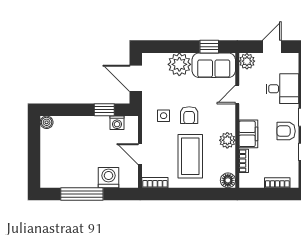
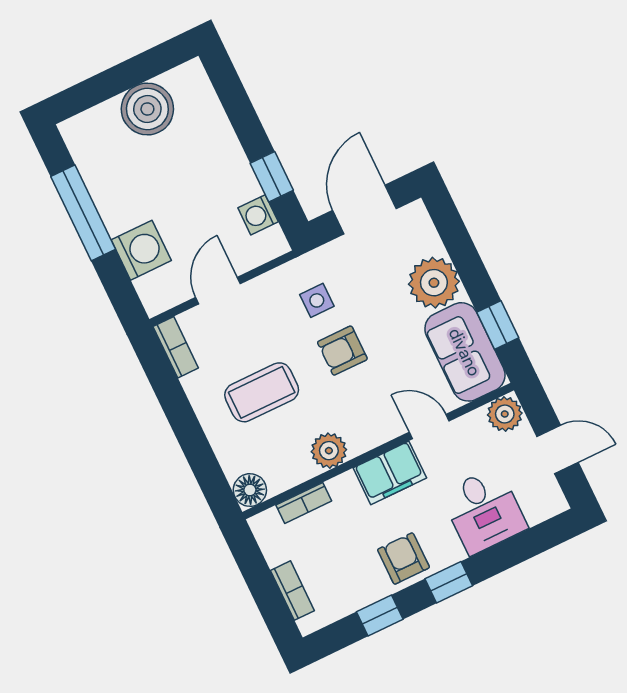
boiler: (47, 122) -> (147, 109), moved, width x1.86, depth x1.86
filing cabinet: (248, 134) -> (390, 473), moved
coffee table: (190, 156) -> (262, 392), width x0.73, depth x0.76

